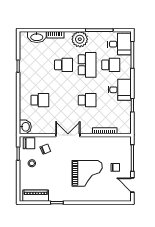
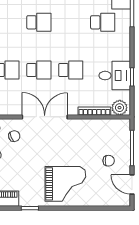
school desk: (87, 65) -> (39, 70), moved, width x0.54
desk: (120, 90) -> (115, 76), moved
plant: (123, 128) -> (120, 108), added
double door: (68, 135) -> (45, 117), width x1.37
grand piano: (87, 173) -> (65, 184), moved

